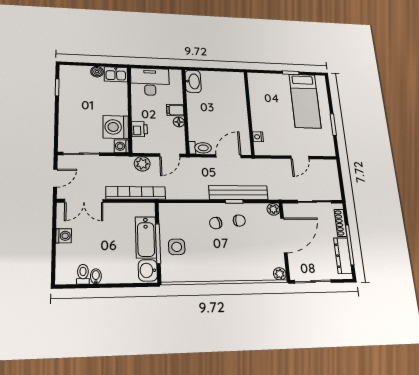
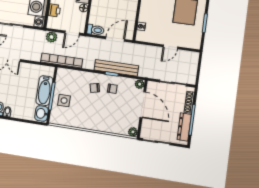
bookcase: (136, 193) -> (62, 61), moved
door: (284, 235) -> (143, 105), hinge flipped

